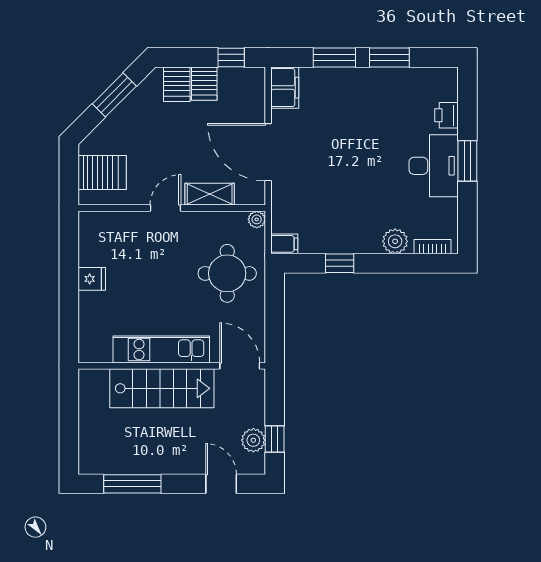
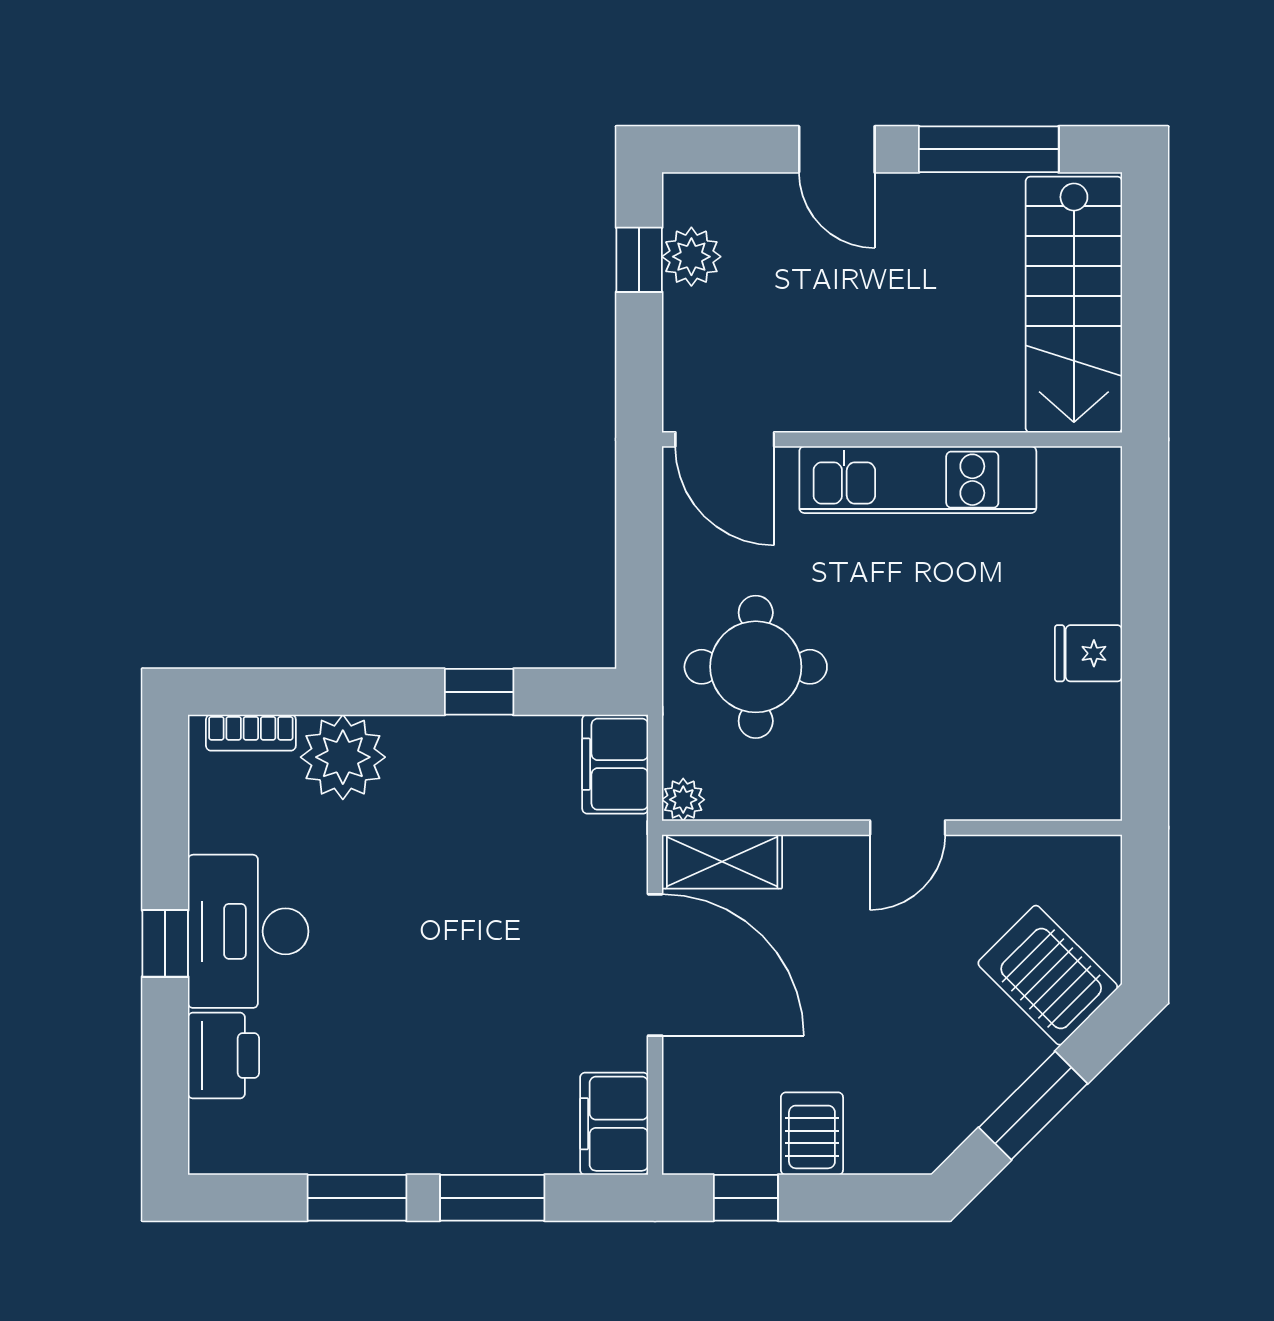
server rack: (177, 84) -> (880, 1132), removed
printer: (446, 115) -> (224, 1056), width x1.36, depth x1.24
window: (467, 161) -> (165, 943), width x0.67
server rack: (102, 173) -> (1048, 975), moved, turned 45
shelving: (210, 194) -> (722, 862), moved
plant: (395, 241) -> (343, 757), width x1.36, depth x1.36
filing cabinet: (284, 244) -> (615, 764), width x2.00
stairs: (162, 388) -> (1074, 305), moved, turned -90
door: (221, 484) -> (837, 149), moved

